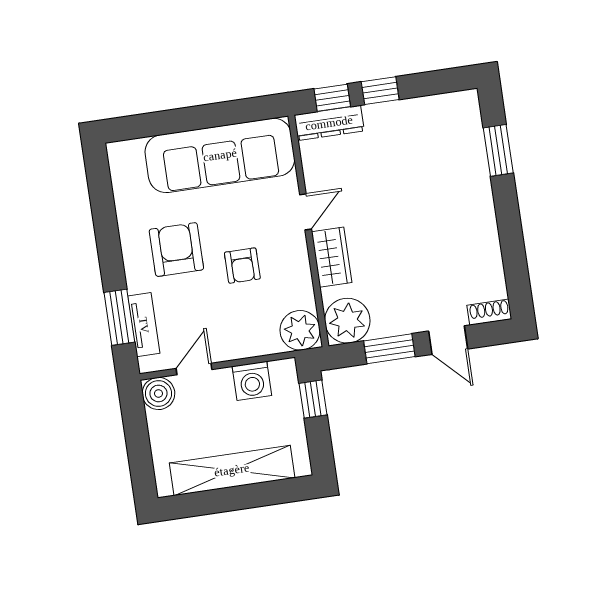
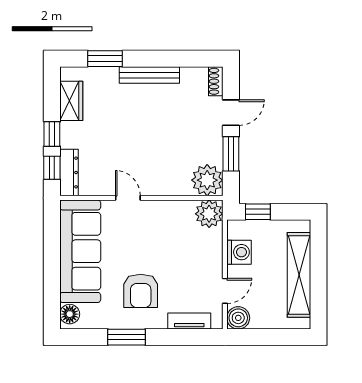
floor lamp: (129, 154) -> (70, 314), added
bench: (484, 217) -> (149, 75), added
armchair: (176, 250) -> (141, 291), turned -90
wardrobe: (332, 257) -> (71, 101), moved, turned 90
armchair: (242, 266) -> (158, 247), removed
window: (119, 317) -> (127, 337), moved
door: (194, 369) -> (225, 291), swing flipped

